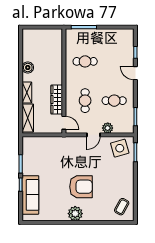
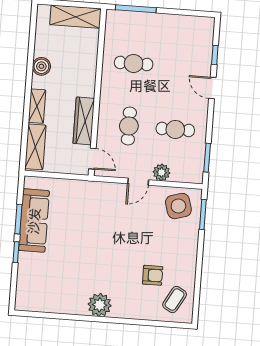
shelving: (47, 35) -> (75, 17), added
armchair: (81, 187) -> (153, 275), moved, width x0.53, depth x0.53
sofa: (30, 195) -> (34, 221), moved

